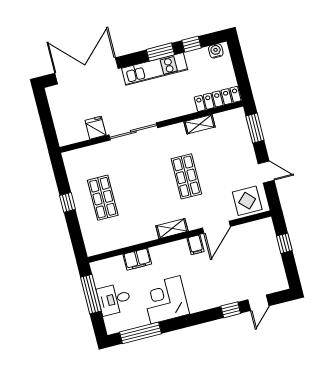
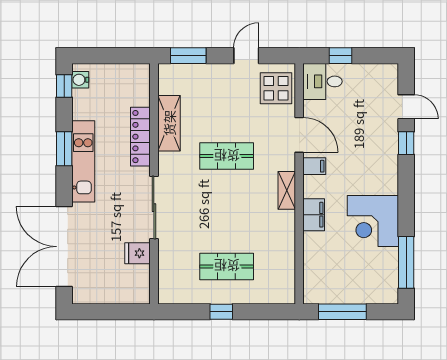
window: (192, 44) -> (64, 86), moved
locker: (218, 99) -> (140, 137), moved
shelving: (200, 124) -> (169, 123), width x1.50, depth x1.33
filing cabinet: (137, 259) -> (314, 215), moved
desk: (114, 299) -> (323, 81), moved, turned 90

